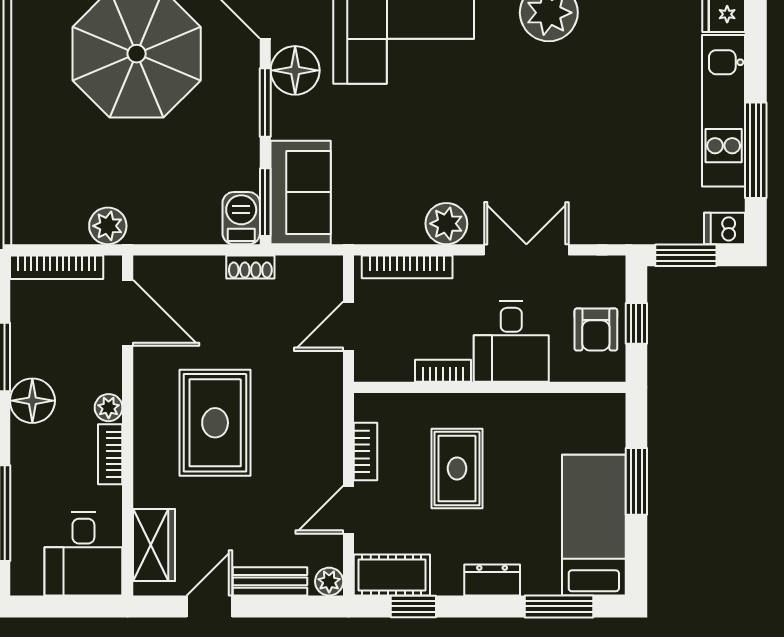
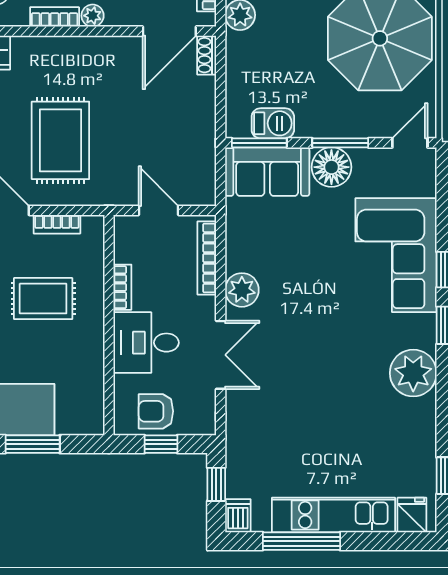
floor lamp: (295, 70) -> (331, 167), moved
barbecue: (241, 218) -> (273, 123), moved
window: (686, 255) -> (216, 484), width x0.67
shoe rack: (250, 267) -> (207, 55), moved
rug: (215, 423) -> (60, 140), moved, turned 90

